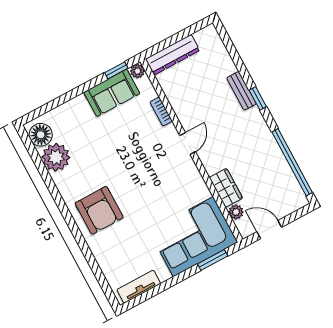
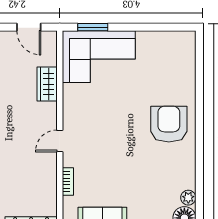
plant: (56, 157) -> (188, 198), width x0.53, depth x0.53
plant: (236, 212) -> (50, 58), removed
tv unit: (139, 287) -> (170, 39), removed

